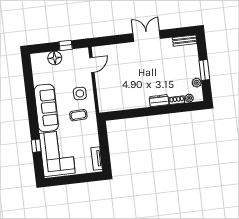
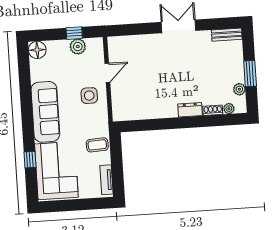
plant: (69, 56) -> (78, 47), added
floor lamp: (55, 58) -> (37, 50), moved
door: (92, 65) -> (107, 73), moved
coffee table: (78, 115) -> (97, 145), moved

